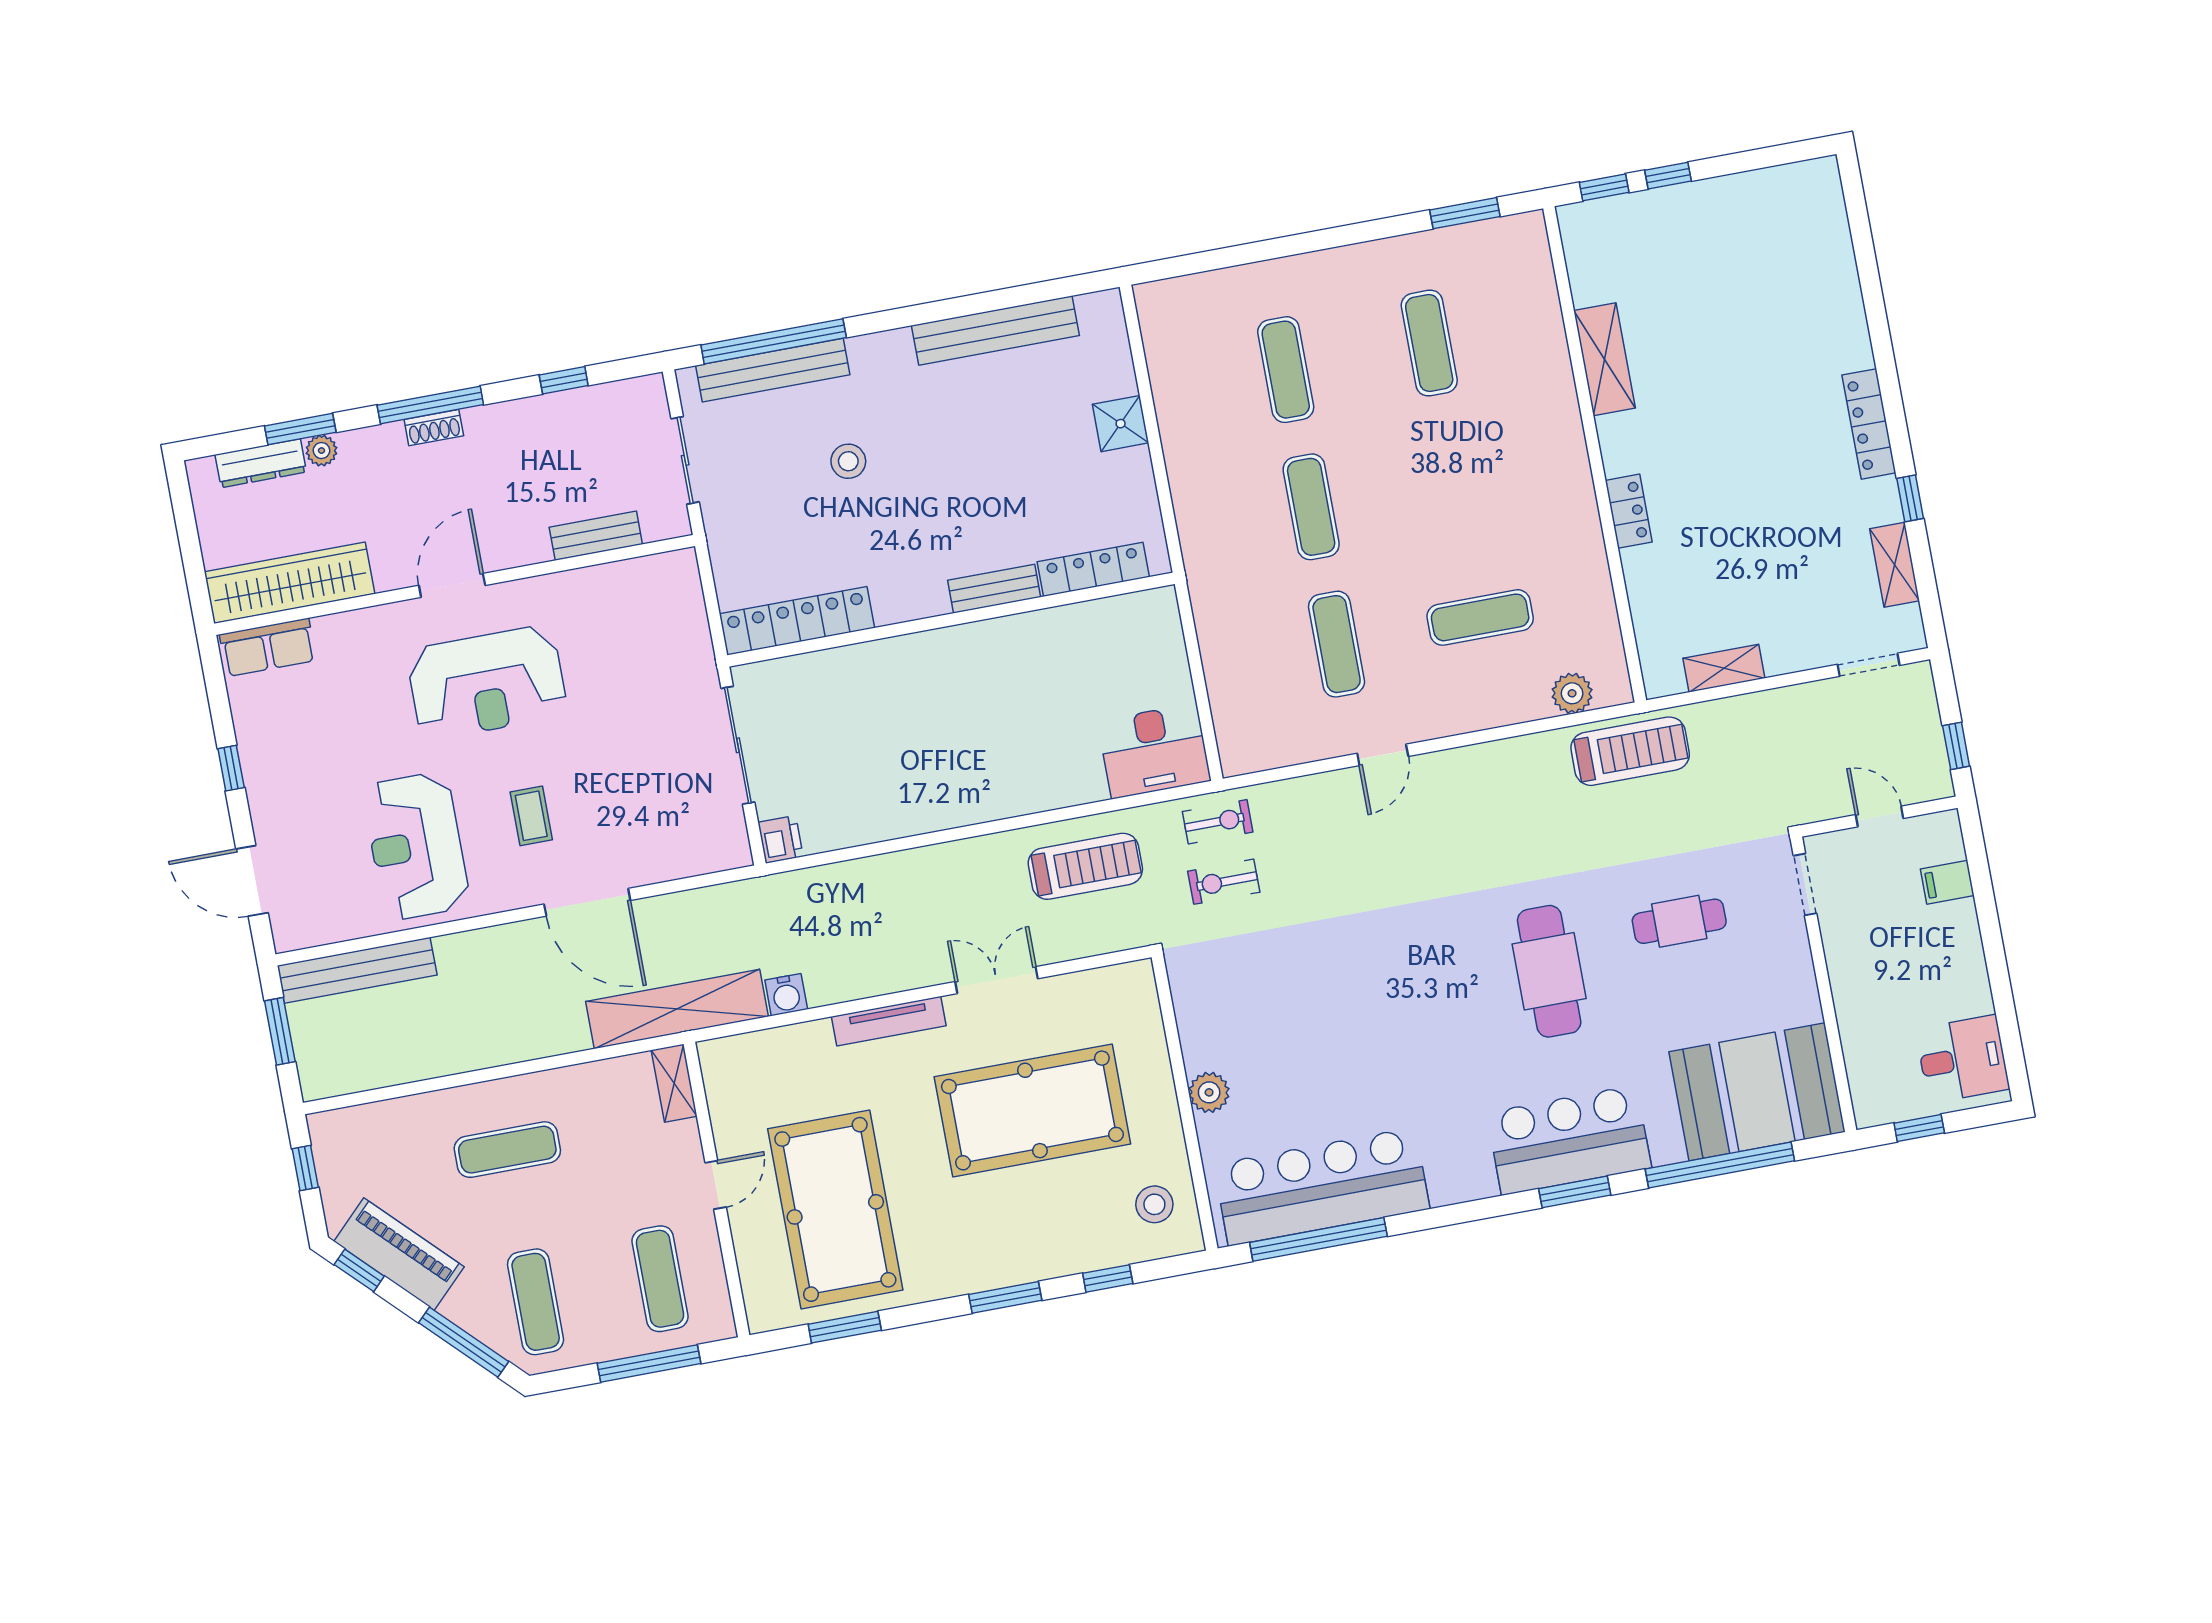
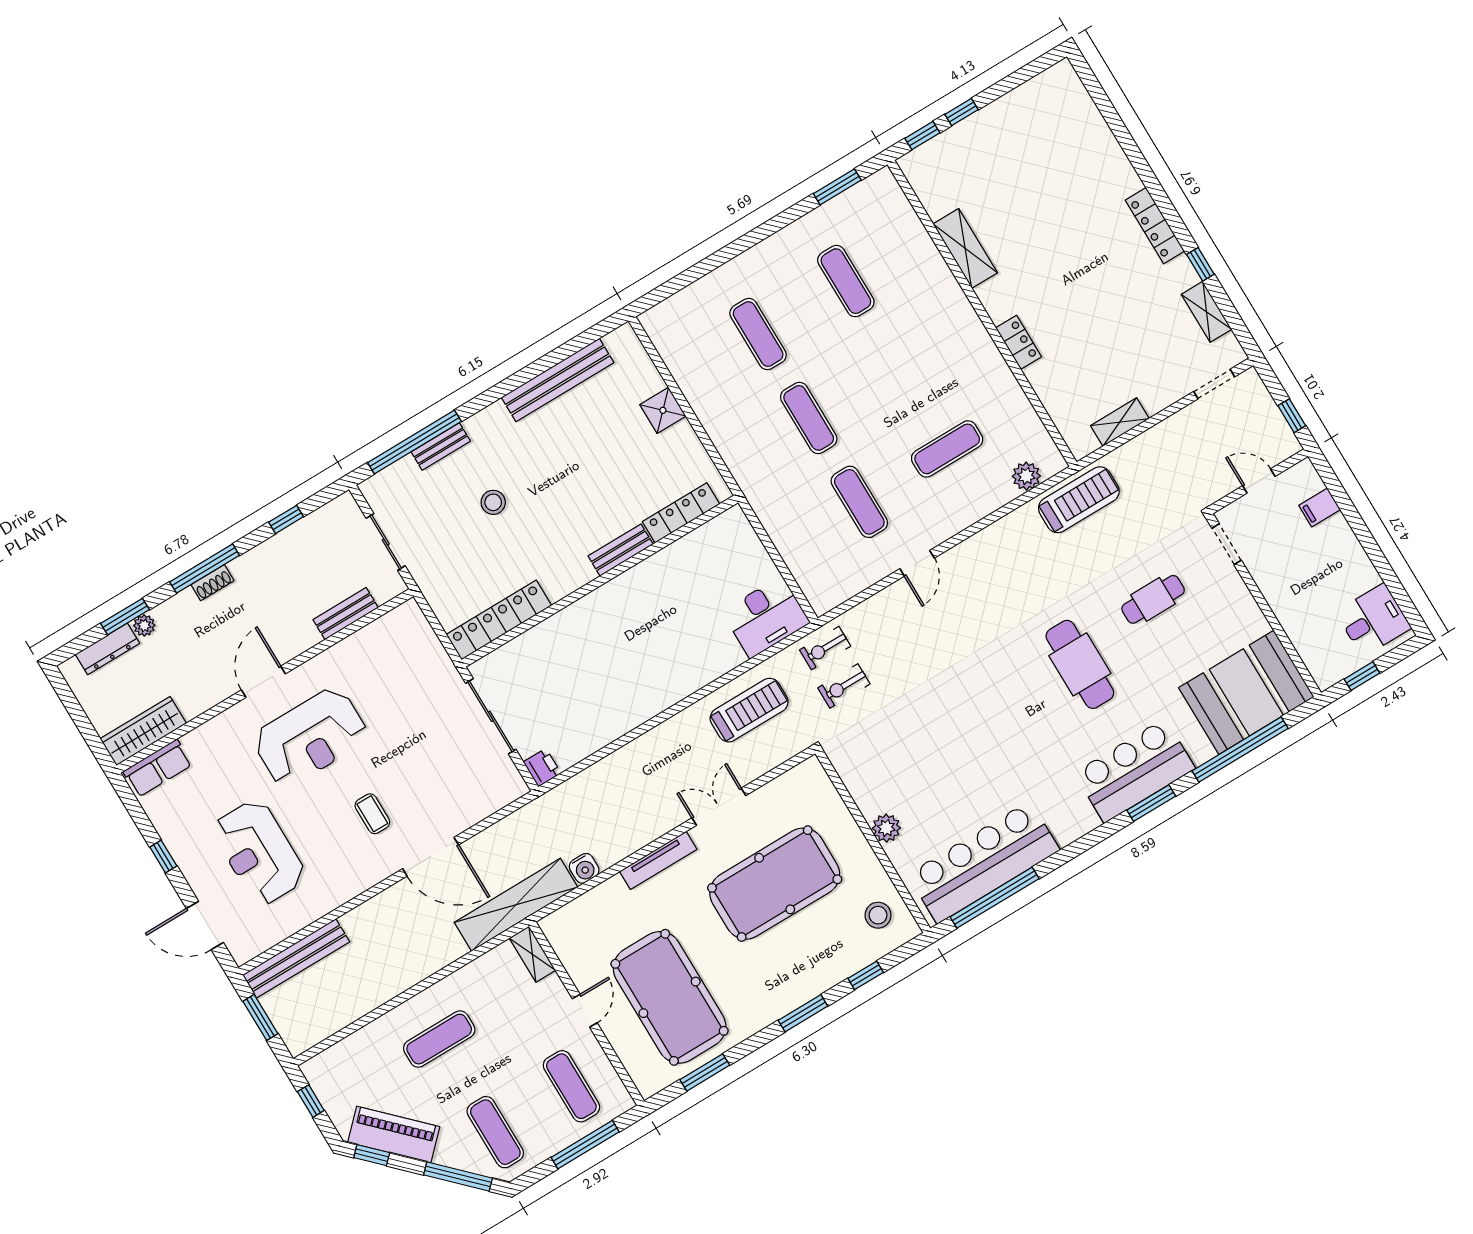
bench: (773, 370) -> (441, 446), width x0.54, depth x0.82
wardrobe: (290, 583) -> (143, 731), width x0.71, depth x0.85
exercise bike: (1218, 822) -> (825, 648), turned 180
reception desk: (416, 846) -> (259, 852), moved

